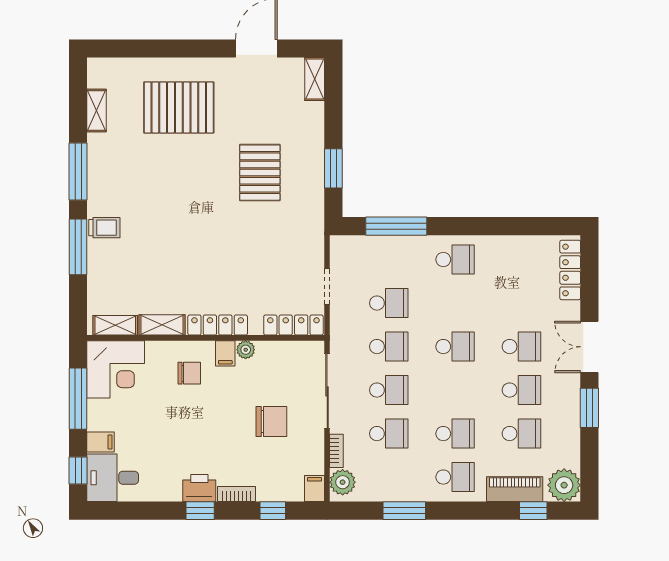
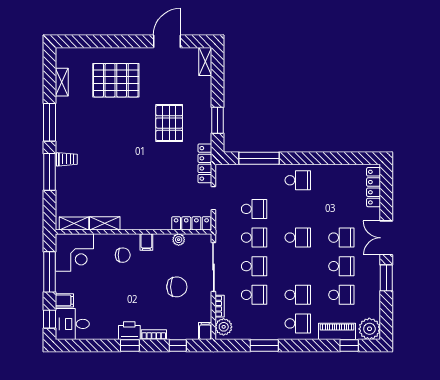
locker: (218, 325) -> (205, 163), moved, turned -90
plant: (246, 350) -> (179, 240), moved

